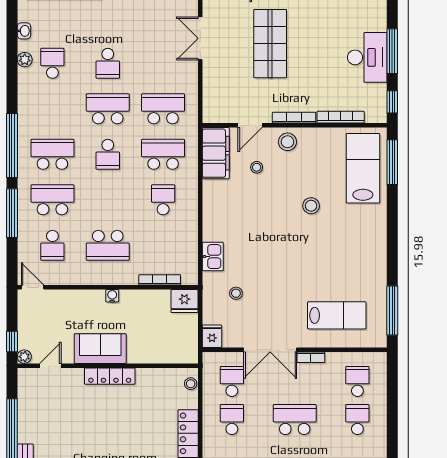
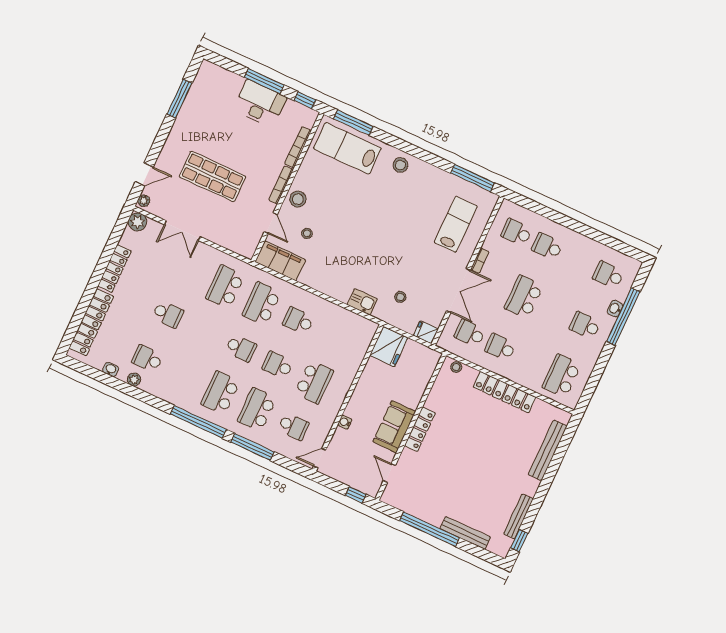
school desk: (108, 109) -> (278, 365), moved, width x0.54
stool: (311, 206) -> (400, 165), moved
bookcase: (160, 280) -> (361, 353), removed
water cooler: (112, 296) -> (345, 422), moved
fridge: (184, 301) -> (389, 347), width x1.36, depth x1.34
plant: (24, 357) -> (372, 491), removed

